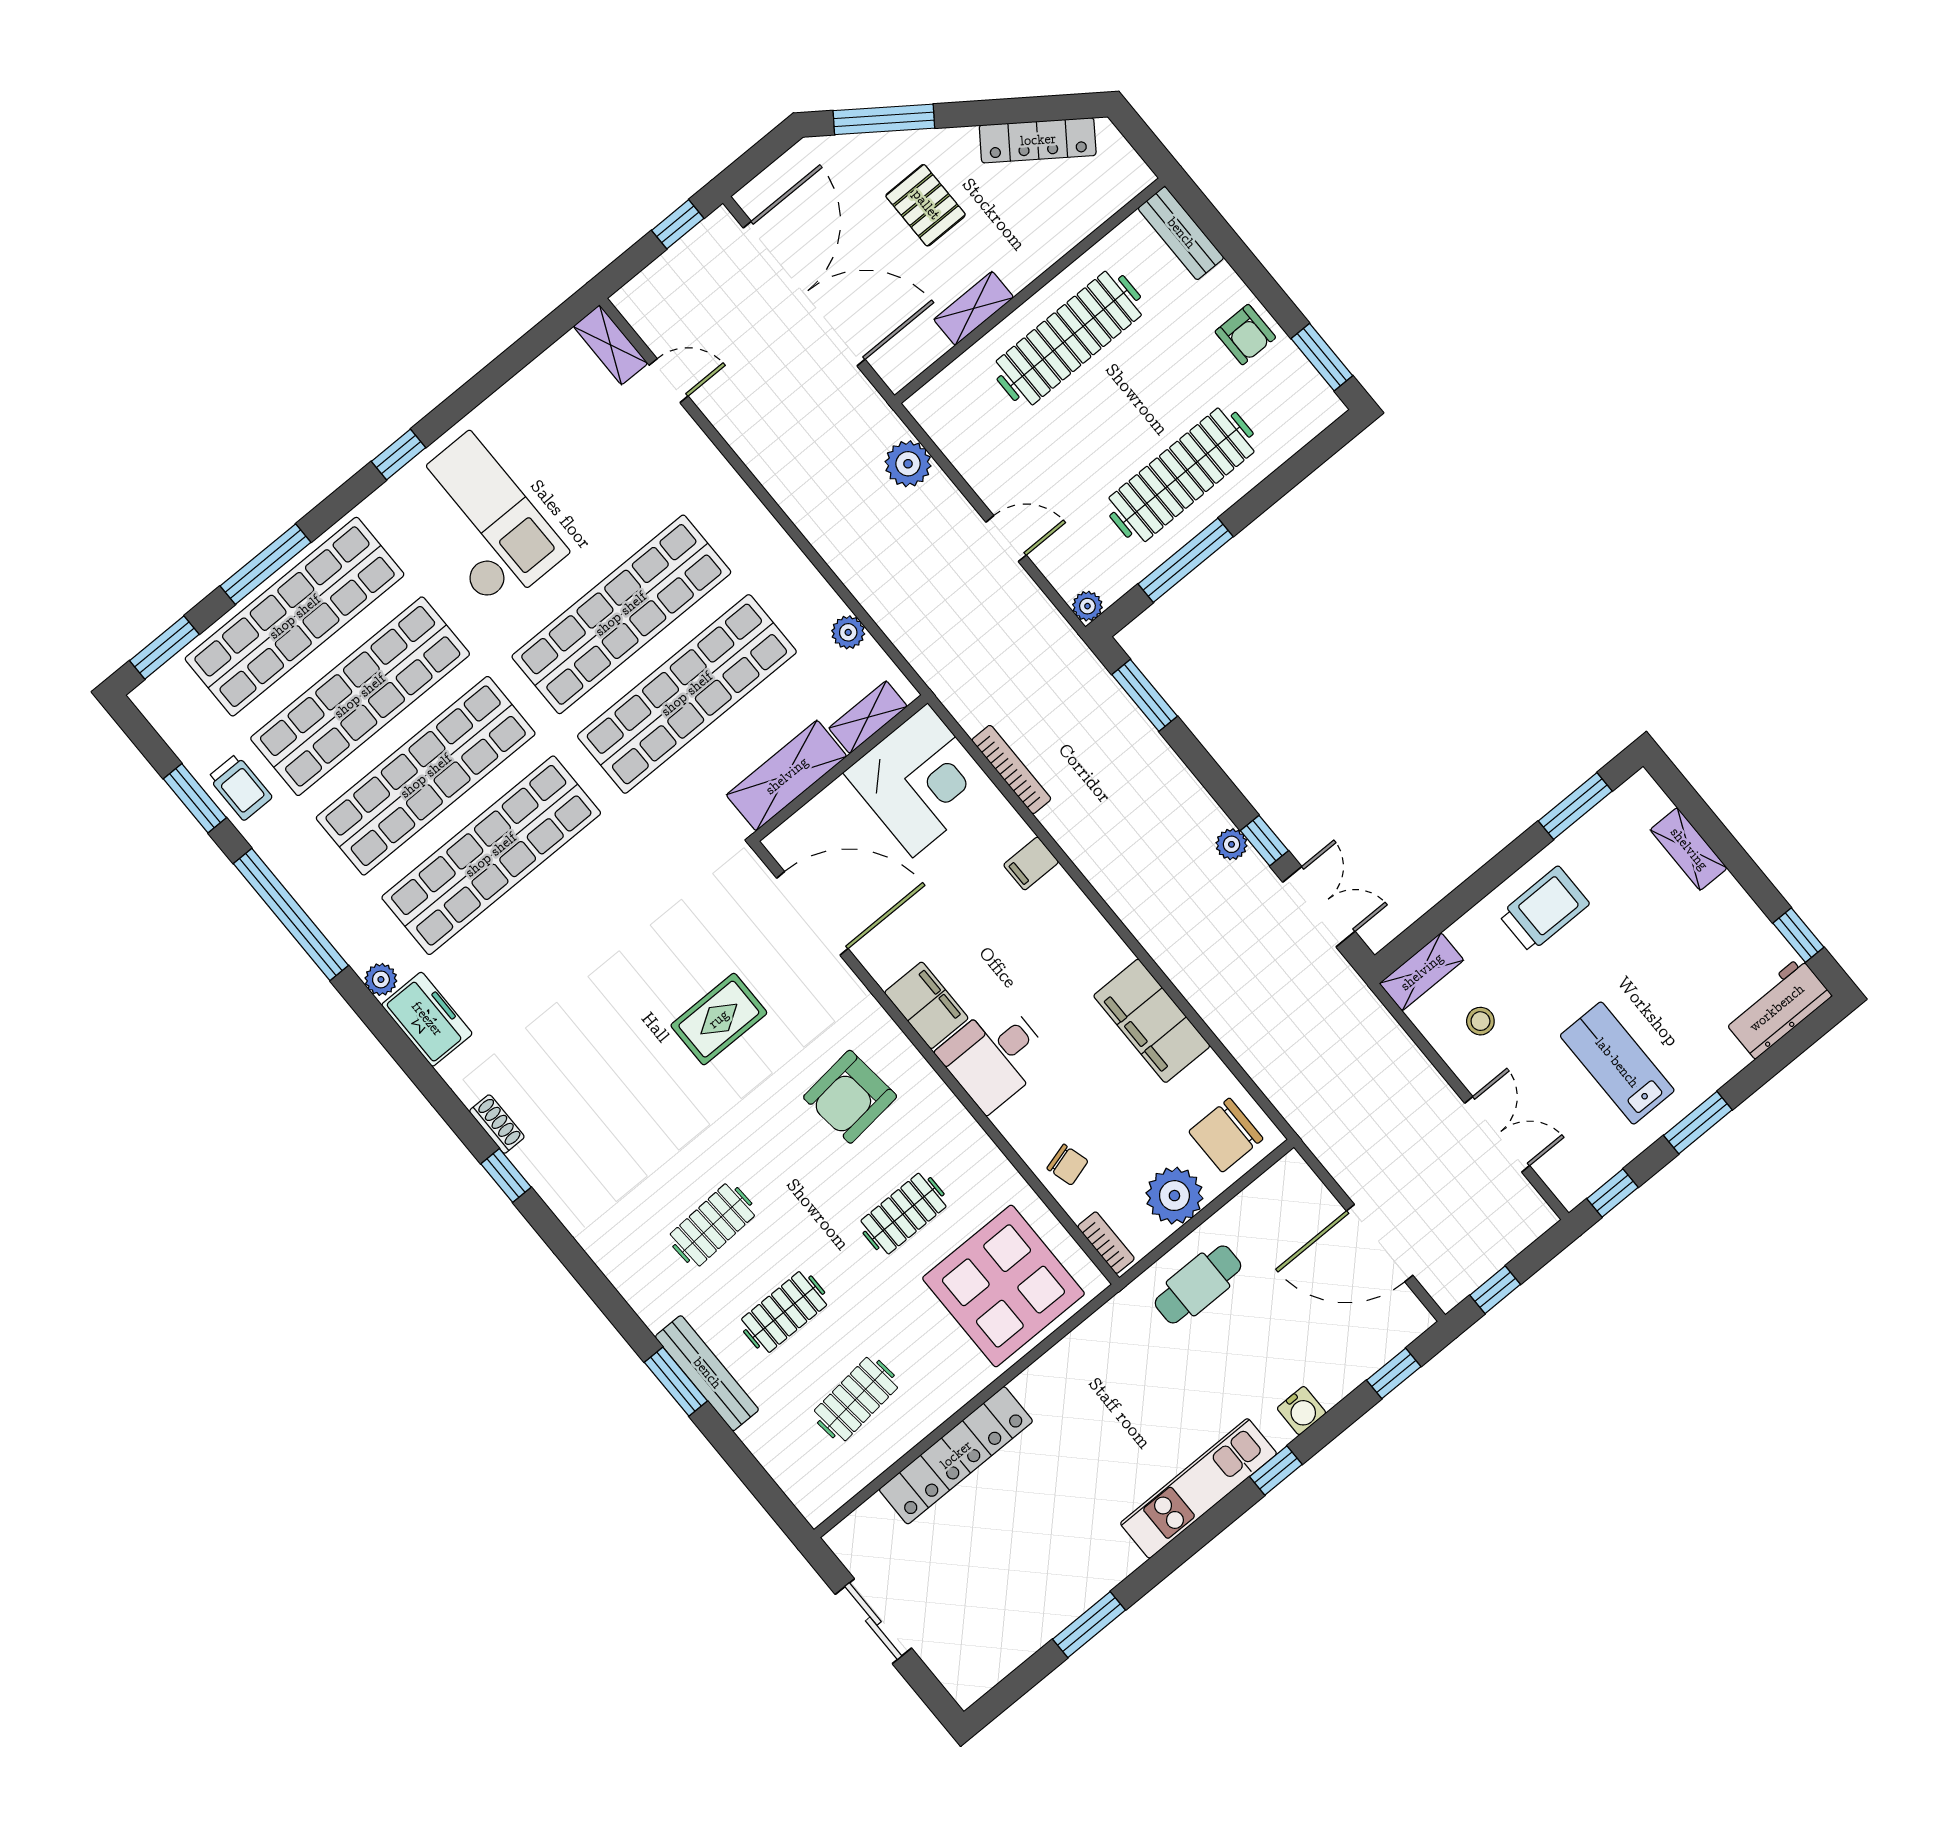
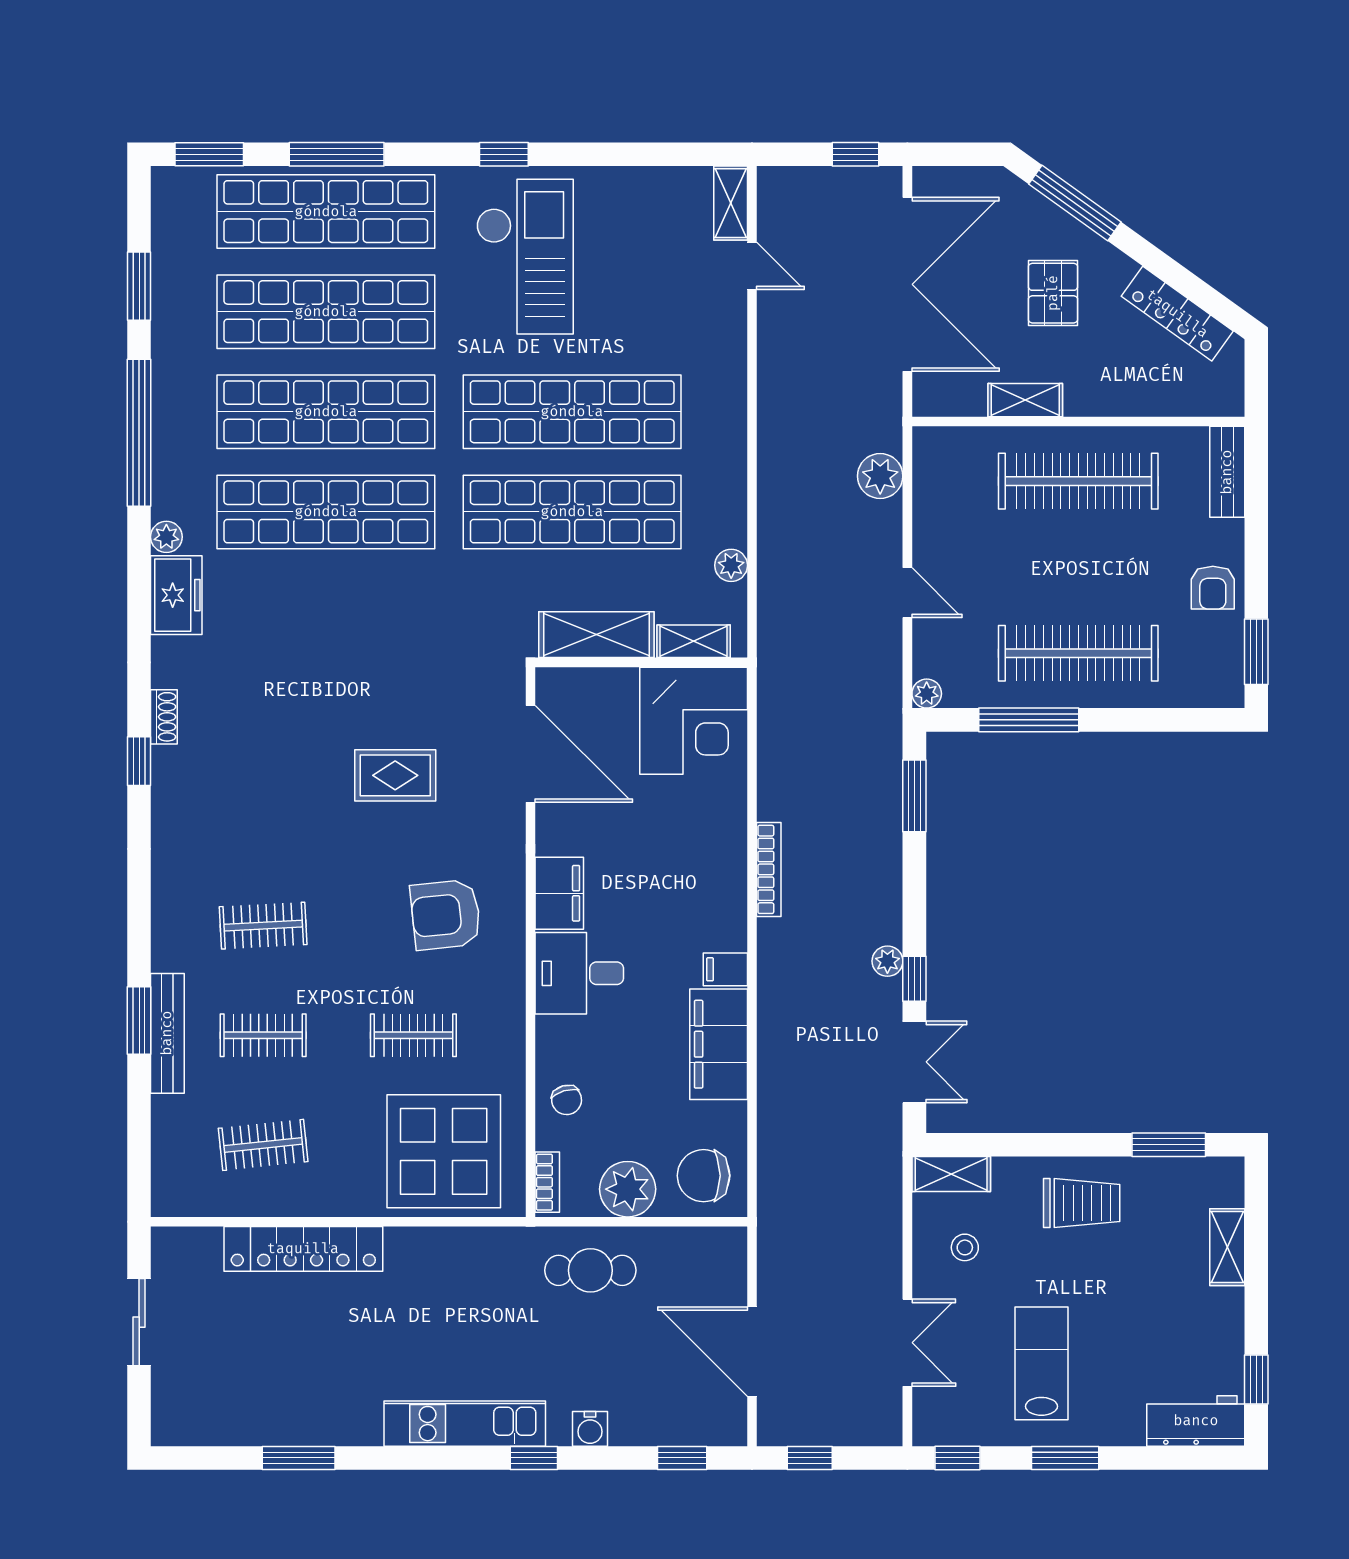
bookcase: (1011, 769) -> (769, 869), moved
trolley: (240, 787) -> (180, 306), removed
filing cabinet: (1031, 863) -> (725, 969), moved

